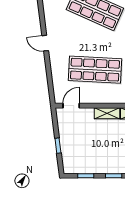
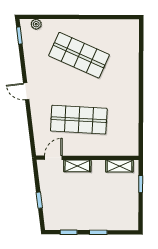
shelving: (107, 113) -> (77, 166), moved

